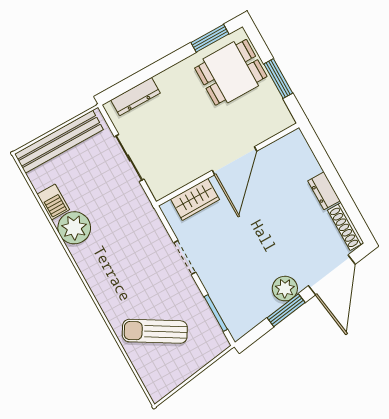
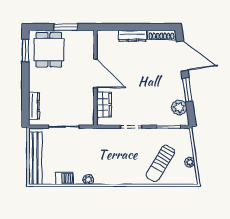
dresser: (324, 191) -> (132, 36), width x1.44
plant: (74, 228) -> (88, 180), width x0.53, depth x0.53
plant: (285, 289) -> (179, 107), moved
plant: (181, 374) -> (190, 162), added

